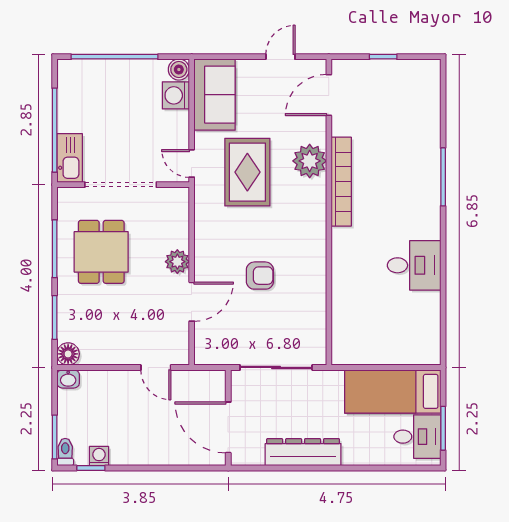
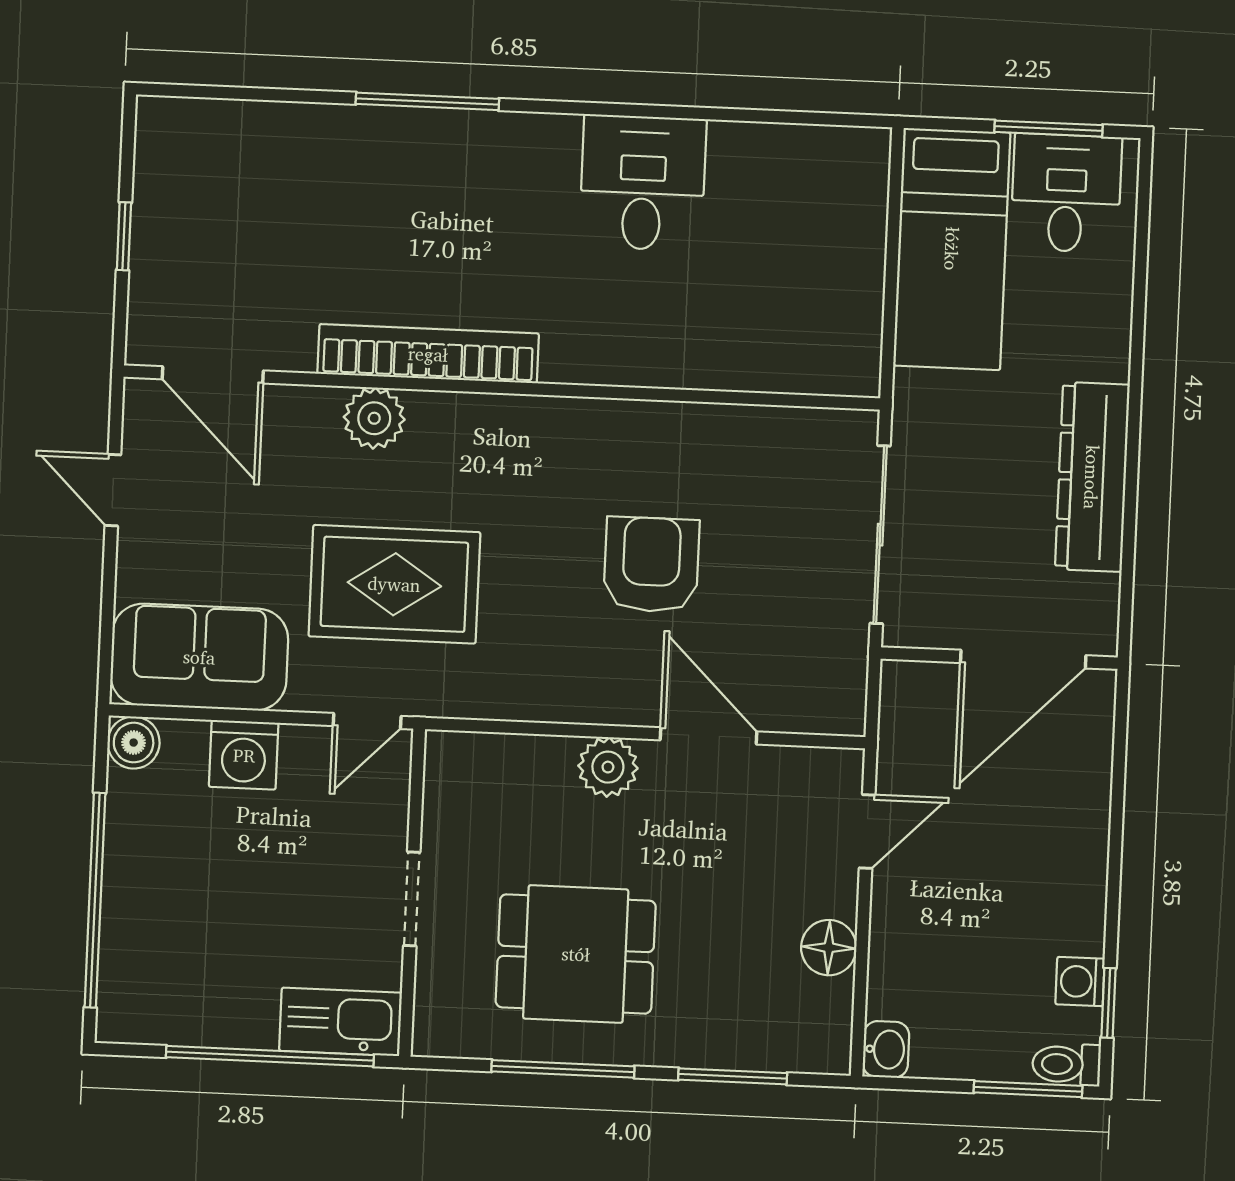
washing machine: (176, 95) -> (244, 755), moved
plant: (310, 161) -> (374, 418), width x0.73, depth x0.73
doorway: (121, 185) -> (412, 899), width x0.53
armchair: (260, 276) -> (651, 565), width x1.38, depth x1.38
floor lamp: (68, 354) -> (829, 948), moved

